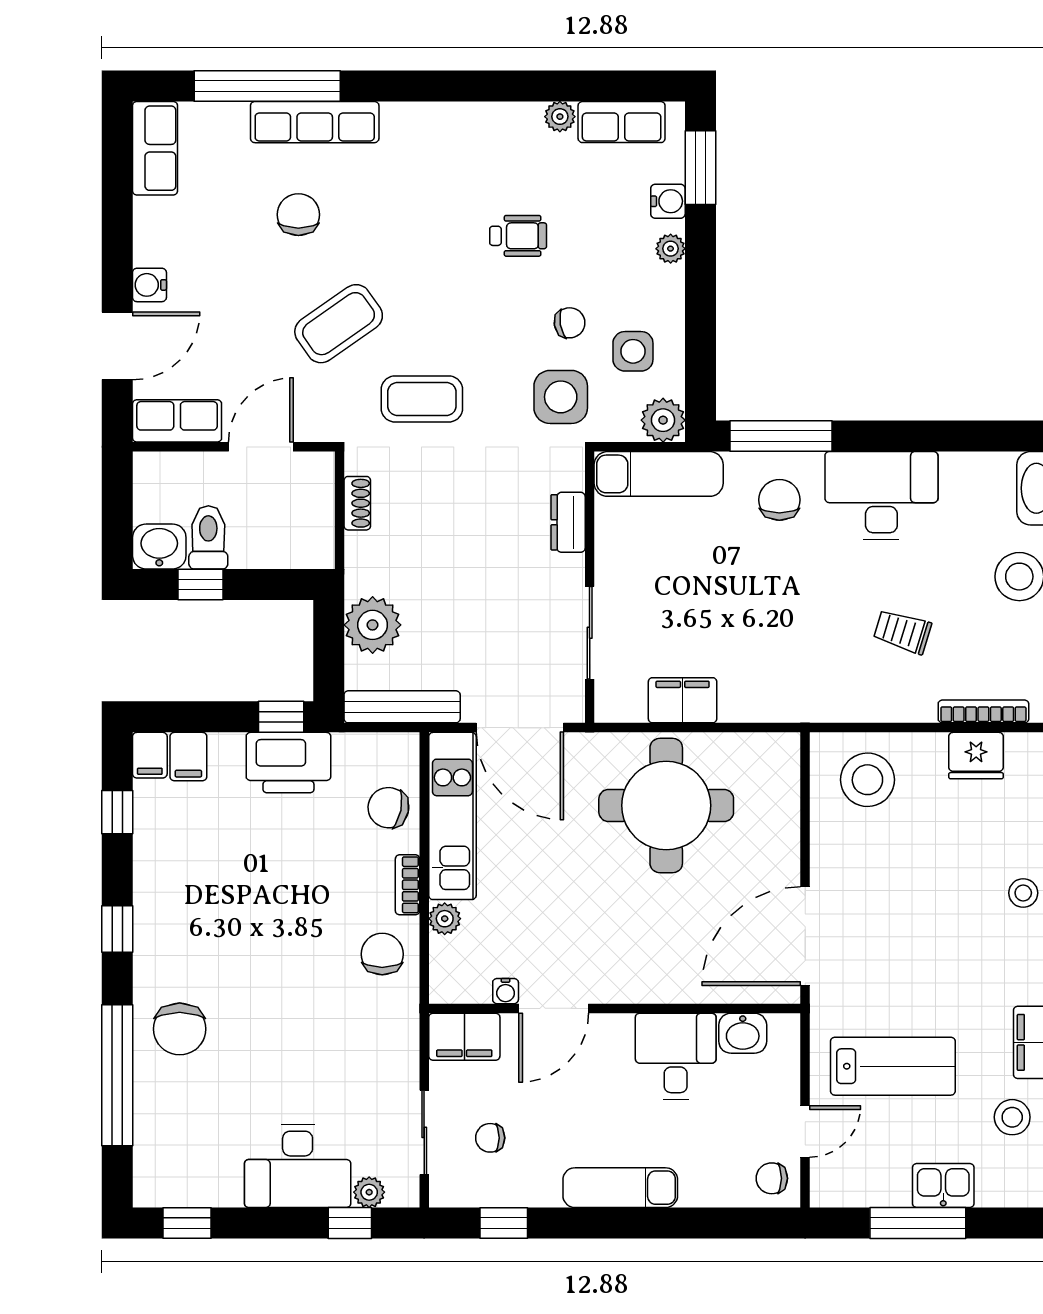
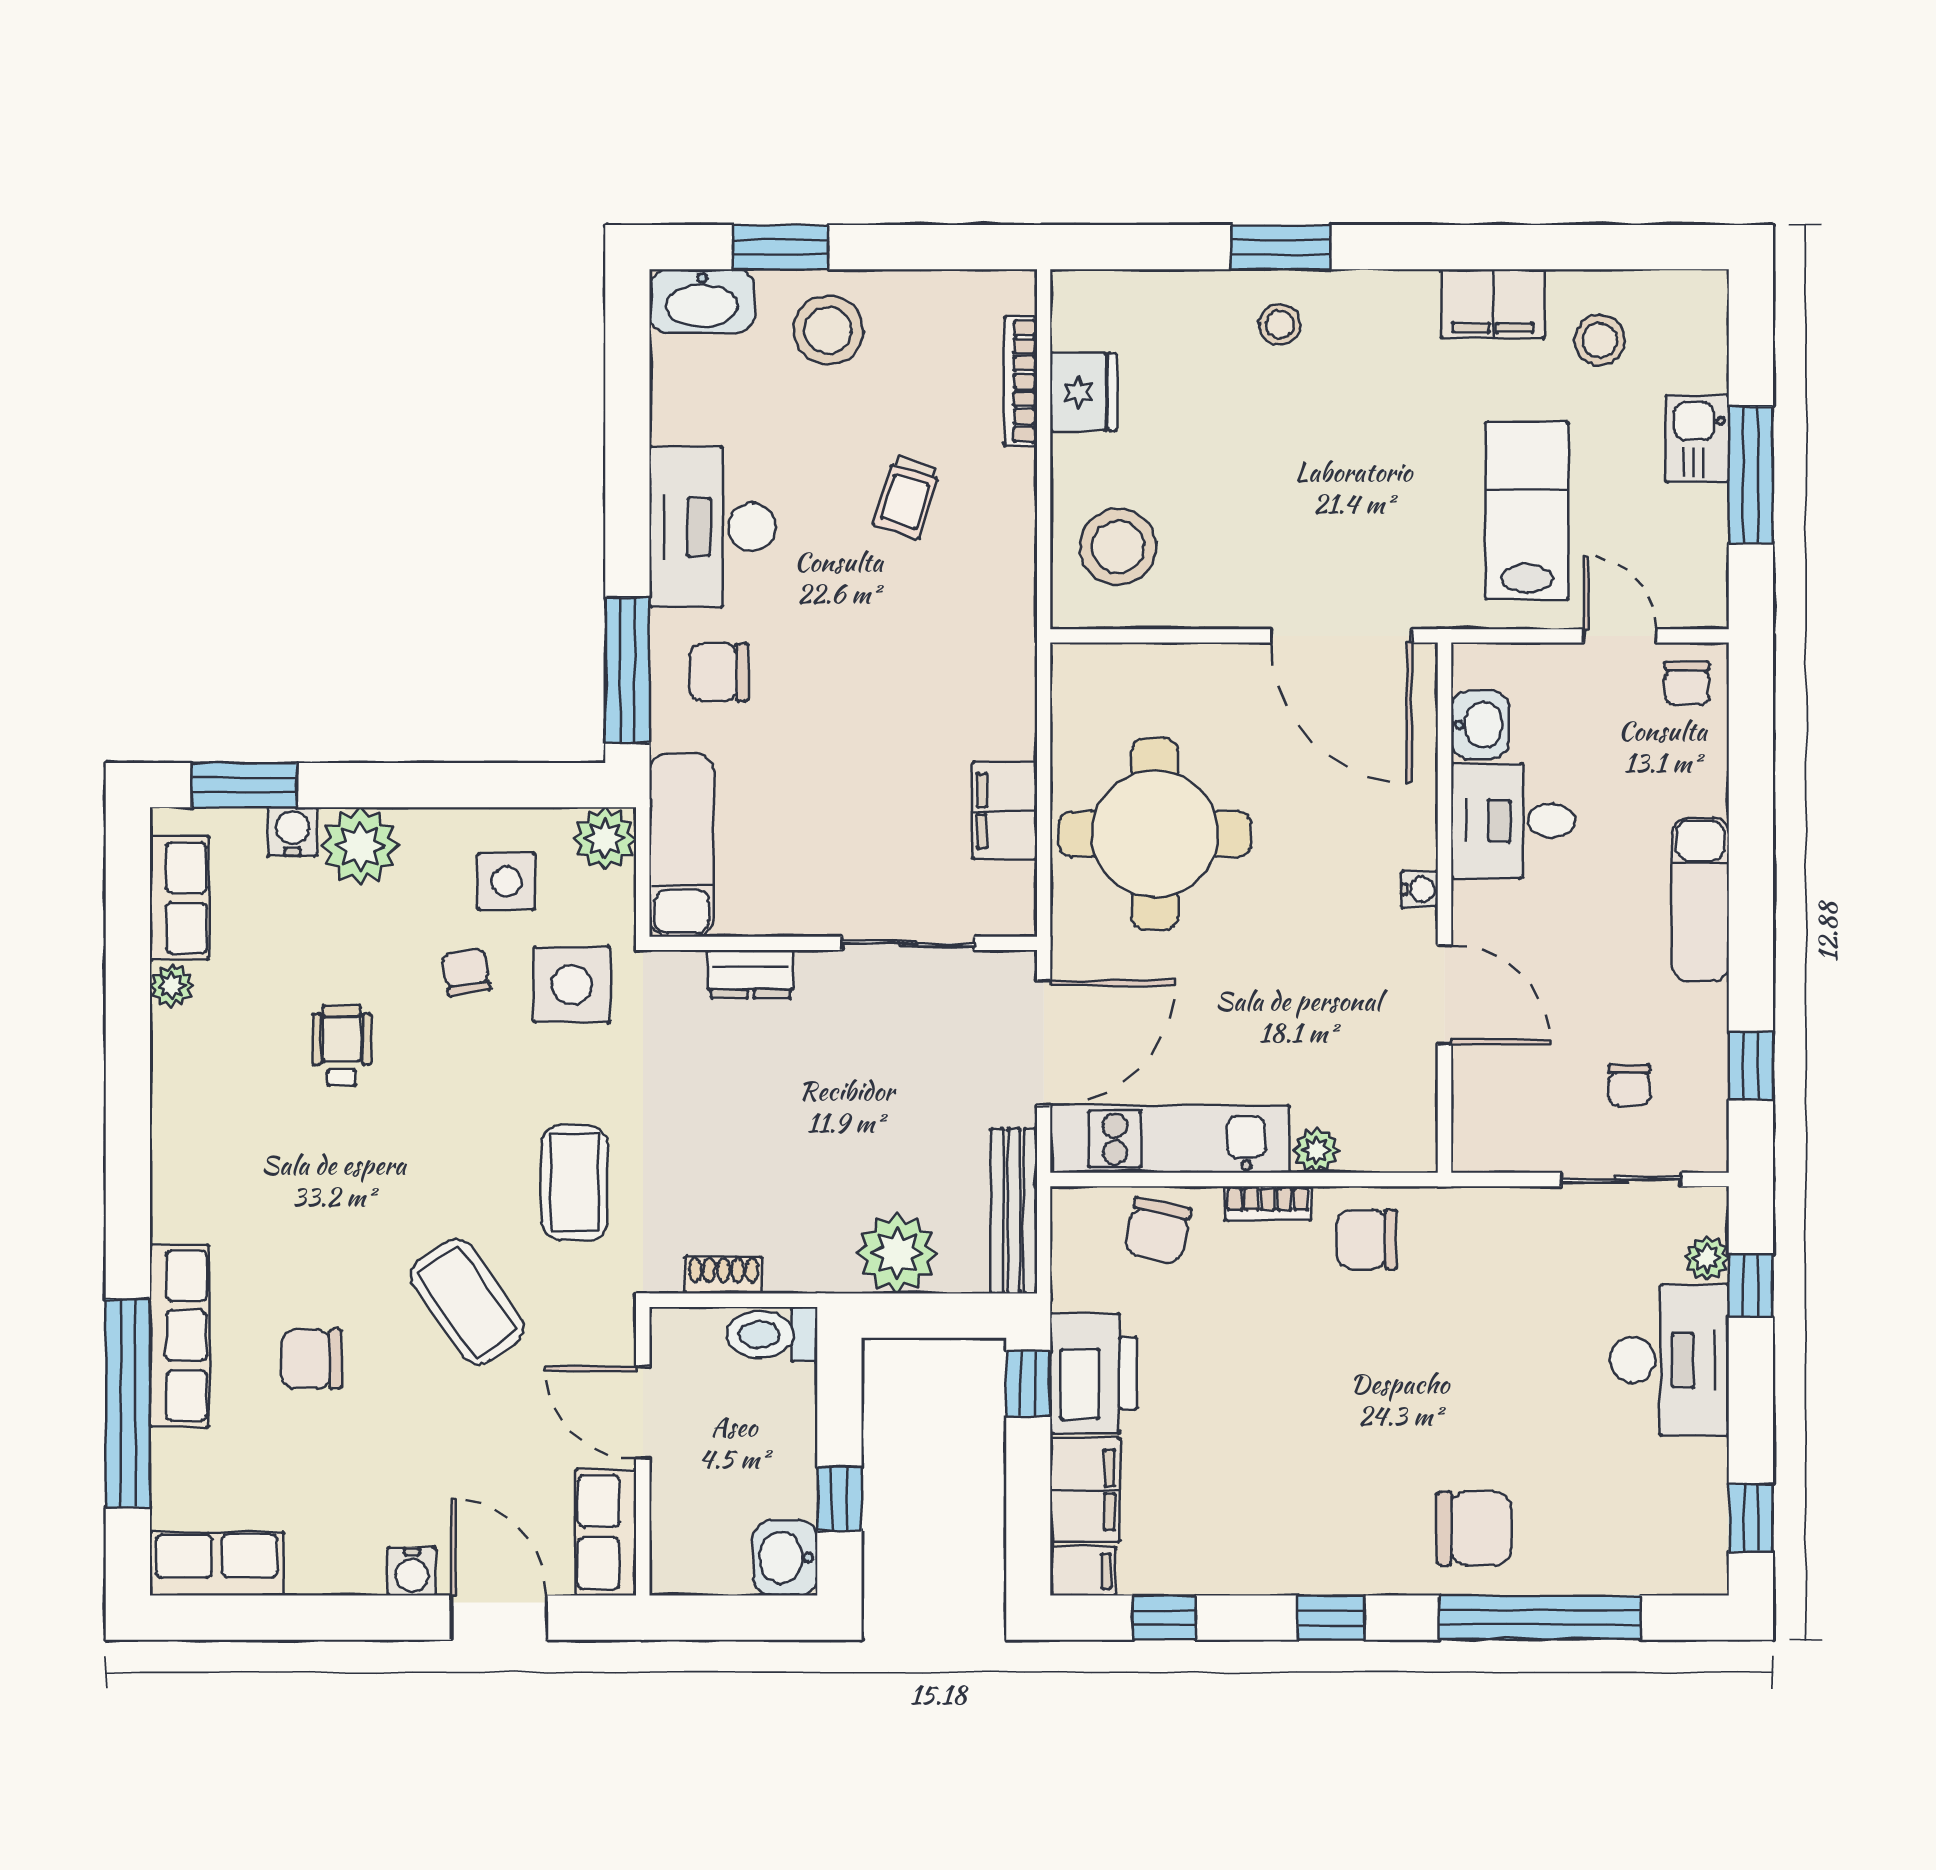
plant: (671, 249) -> (360, 846), width x1.88, depth x1.88
toilet: (208, 537) -> (772, 1334), moved
filing cabinet: (188, 757) -> (1085, 1490), width x2.00
water cooler: (506, 991) -> (1420, 889), moved
filing cabinet: (464, 1037) -> (1485, 1122), removed

